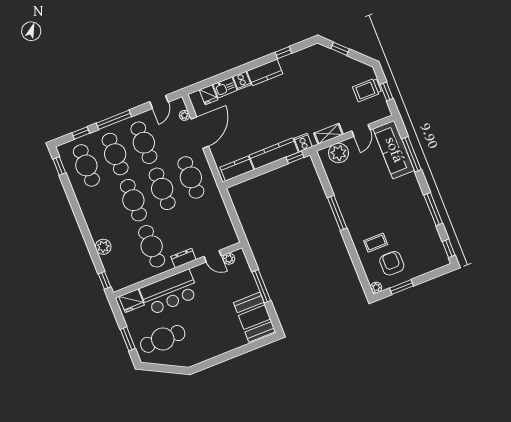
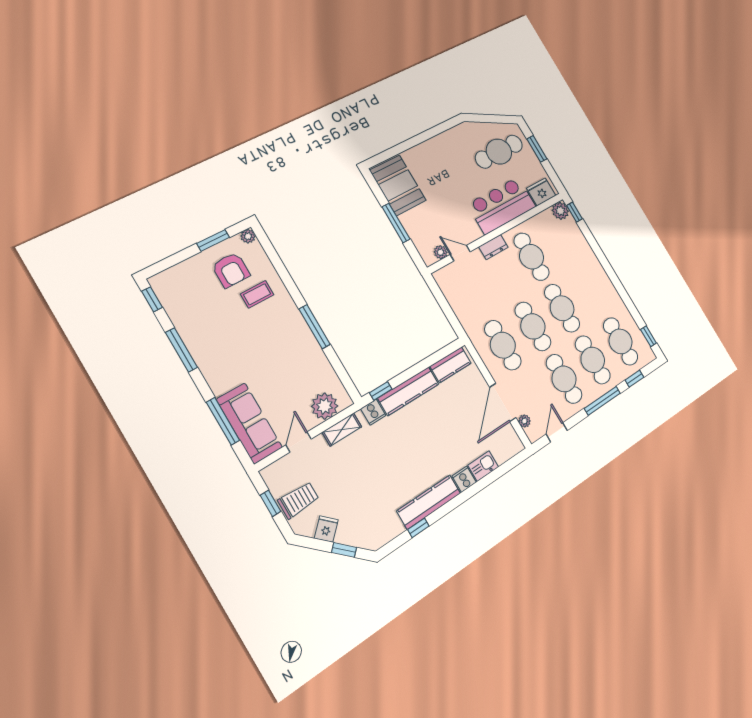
kitchen counter: (265, 72) -> (429, 502), width x1.50
fridge: (208, 95) -> (326, 529), moved, turned 45
plant: (103, 247) -> (560, 211), moved

